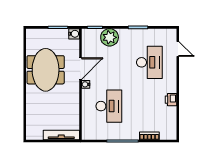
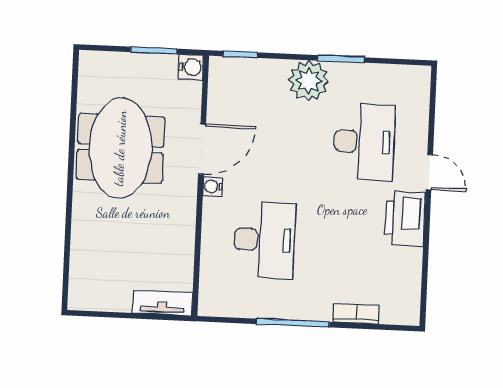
plant: (110, 37) -> (309, 81), moved
door: (178, 49) -> (429, 172), moved
printer: (171, 100) -> (405, 218), width x1.87, depth x1.48
tv unit: (61, 135) -> (162, 303), width x0.71

